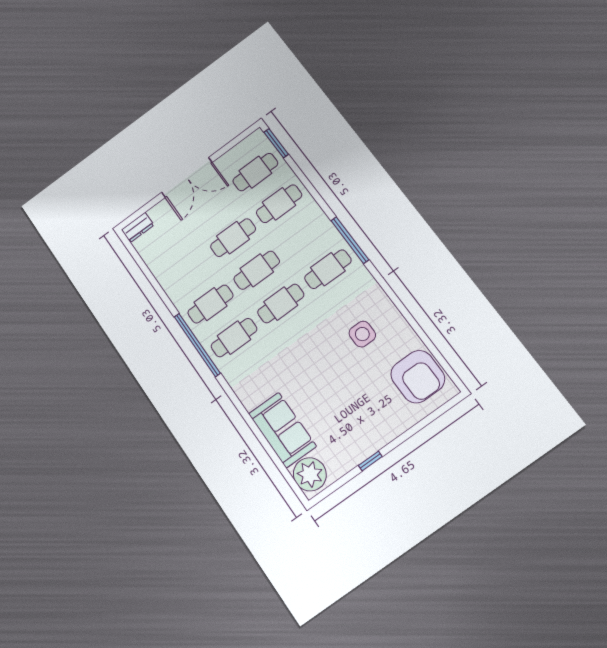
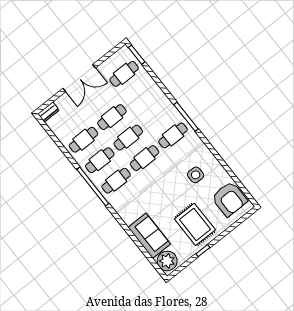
cafe table: (279, 204) -> (83, 140), moved
rug: (358, 416) -> (195, 224), added

